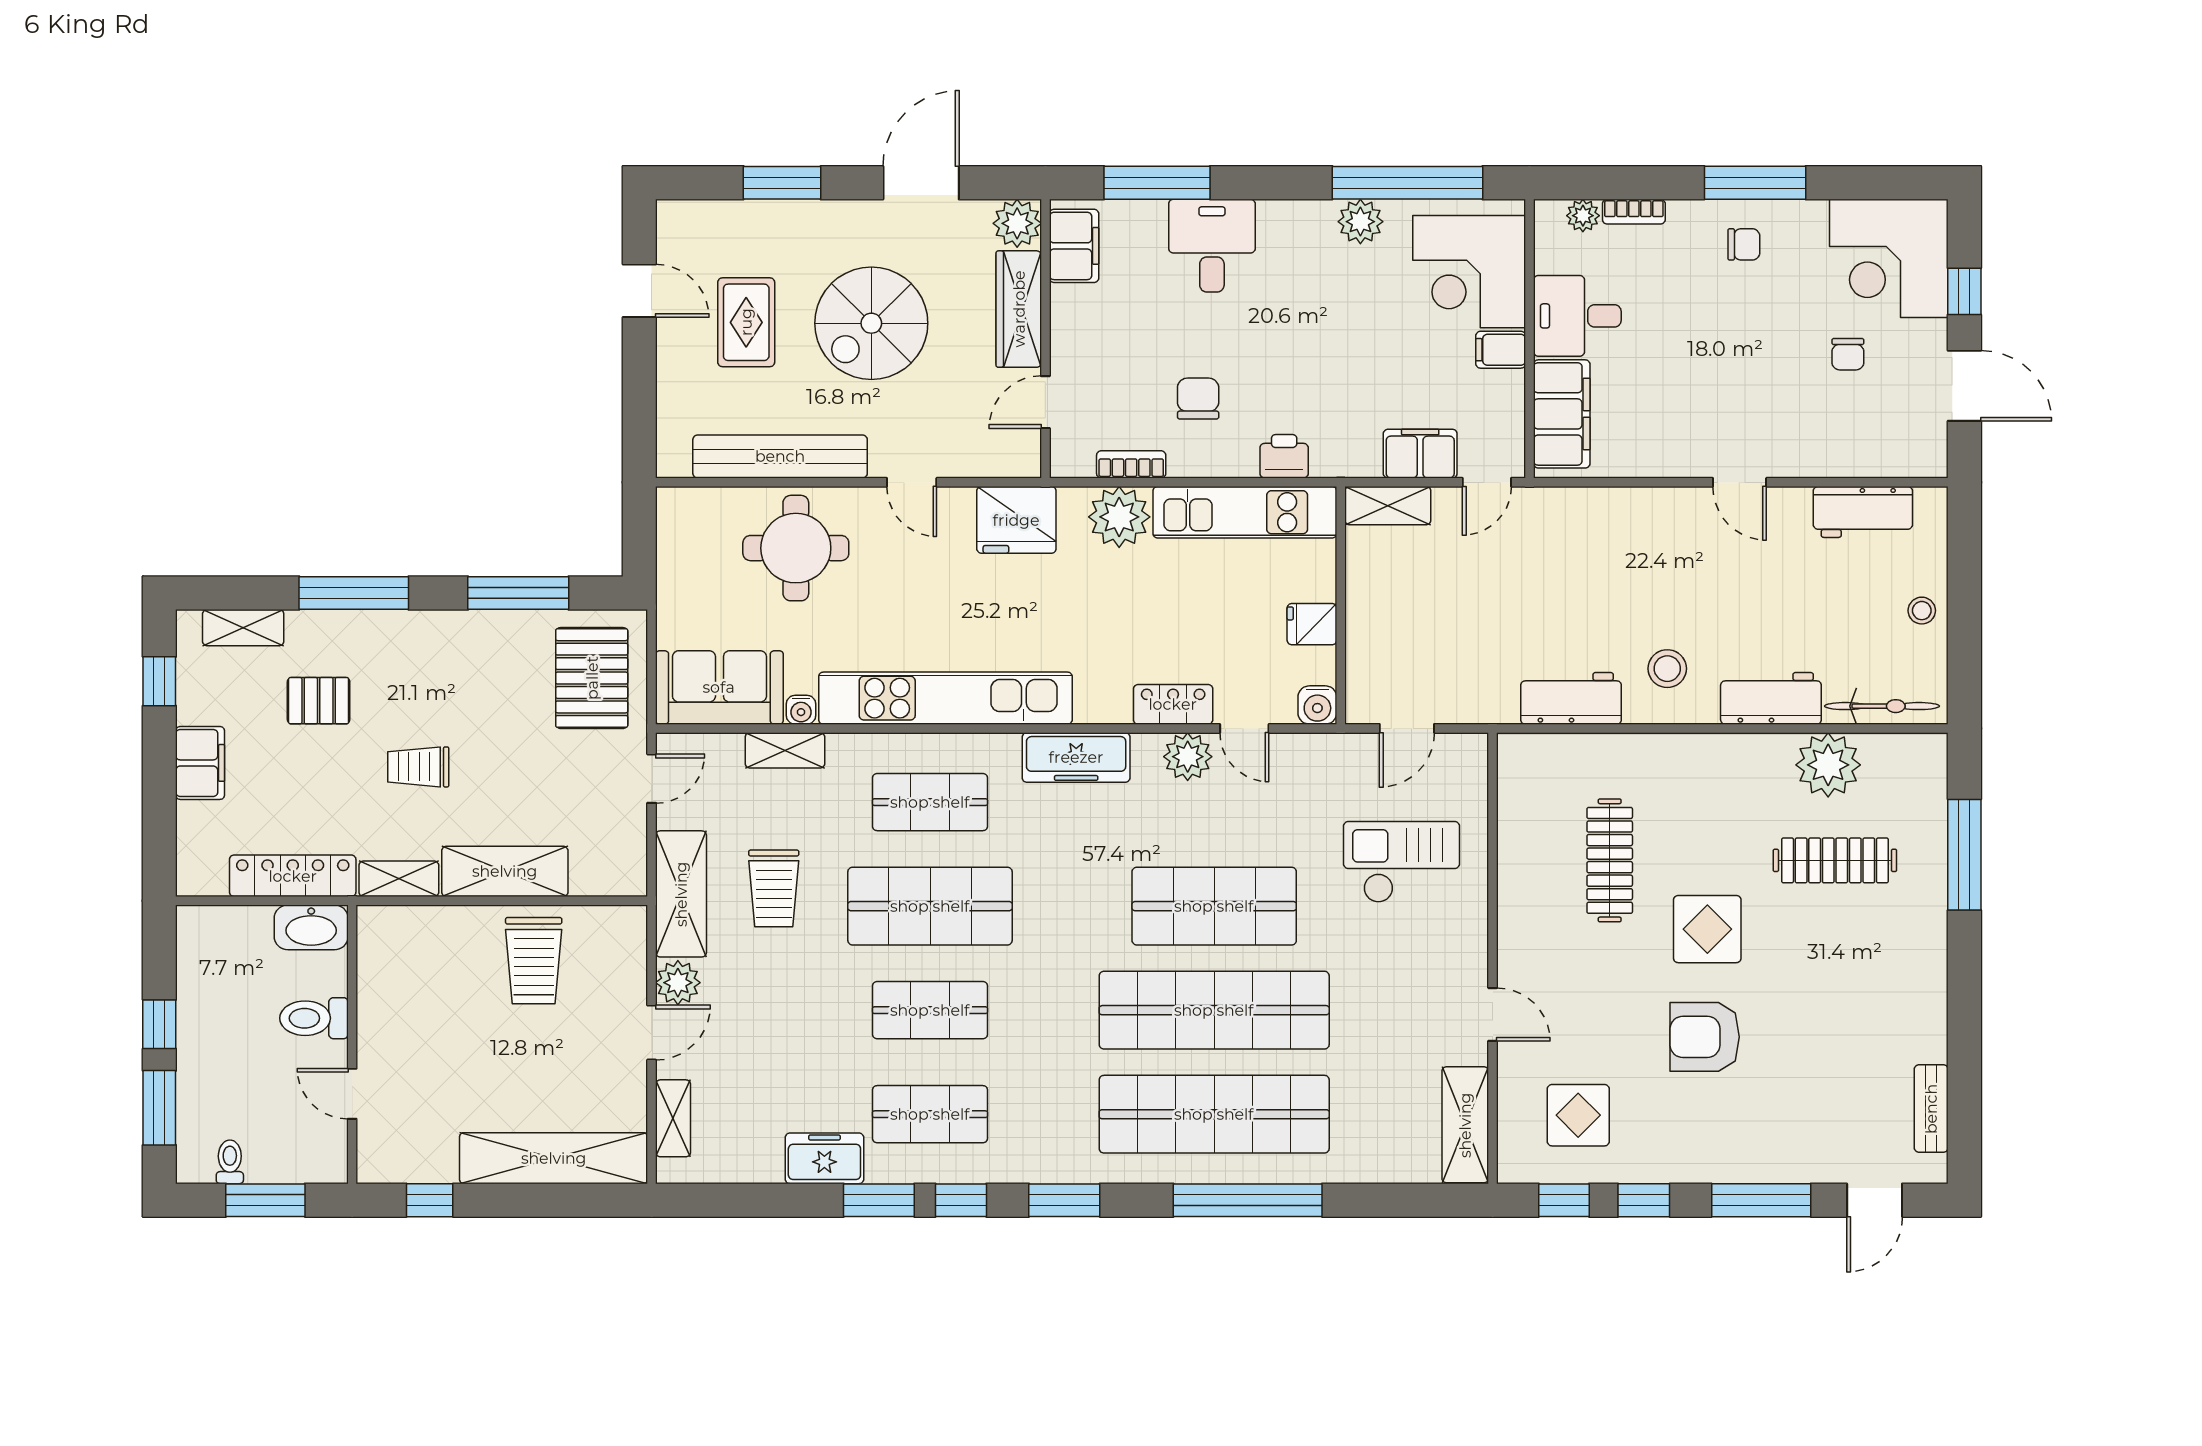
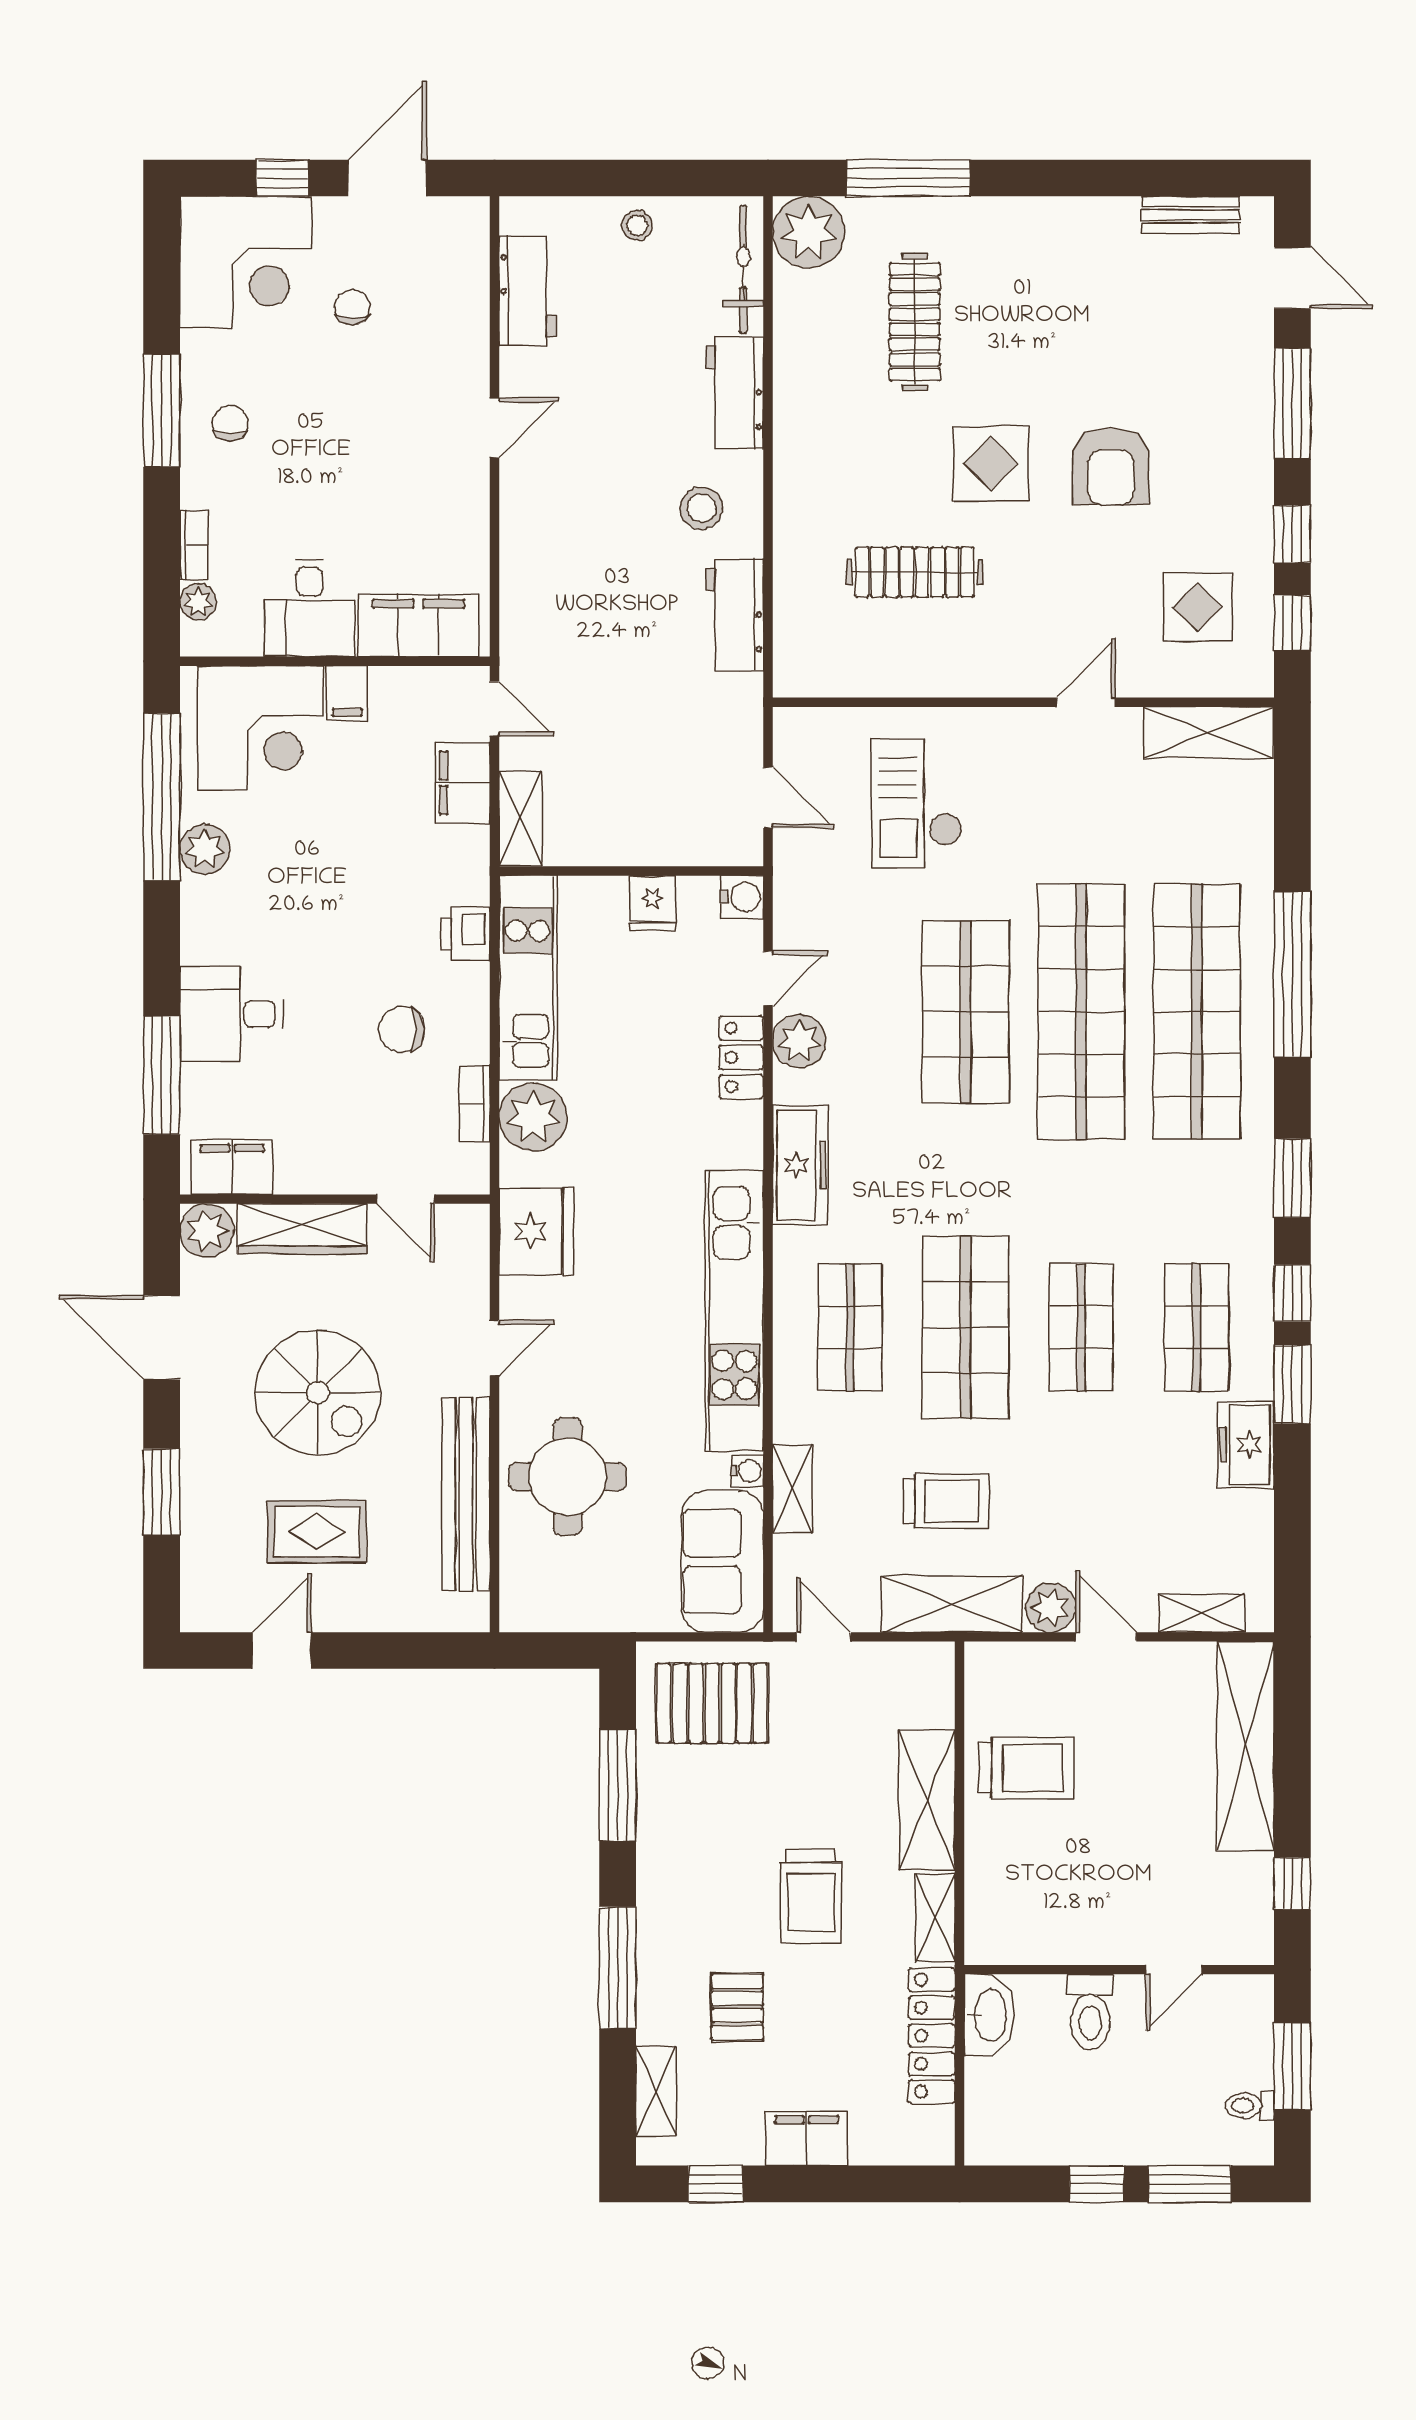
chair: (1848, 354) -> (352, 307), turned -90
plant: (1828, 765) -> (809, 232), moved
trolley: (418, 767) -> (811, 1896), width x1.36, depth x1.39

